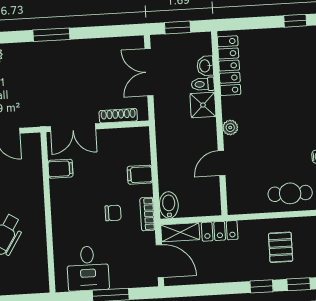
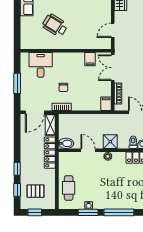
shower: (203, 105) -> (110, 142), moved
filing cabinet: (140, 175) -> (106, 104), moved
bidet: (169, 205) -> (66, 143), moved
locker: (220, 231) -> (50, 153), width x1.53
pallet: (281, 247) -> (36, 191), moved
desk: (88, 268) -> (41, 65), moved, turned 90

